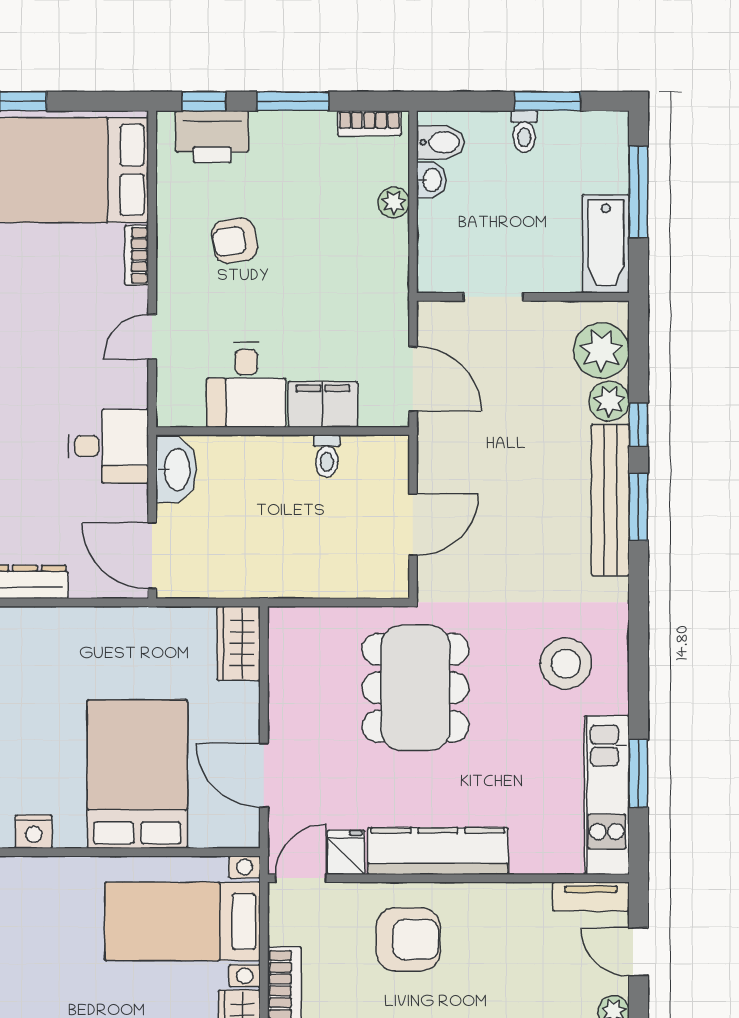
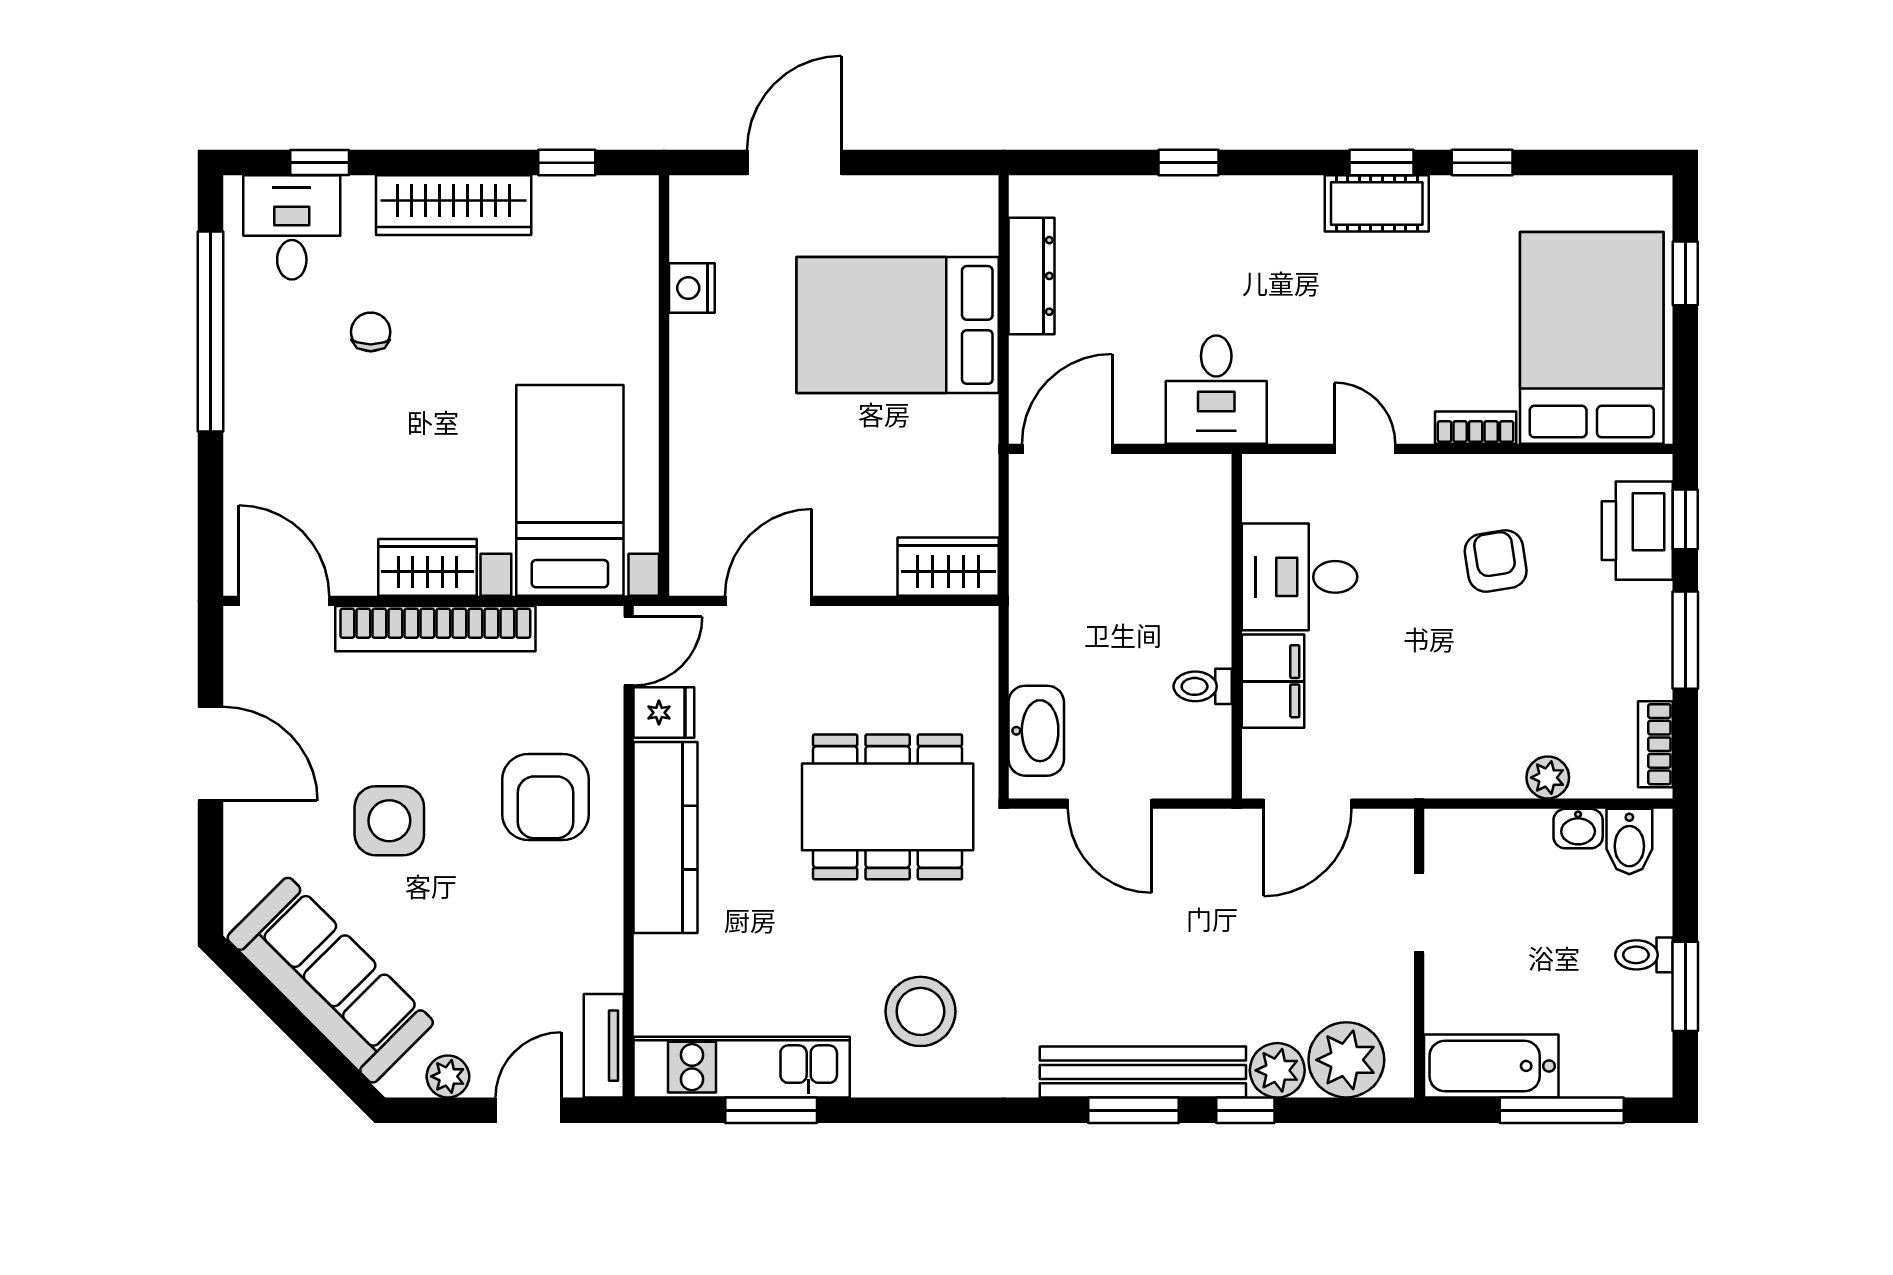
washbasin: (176, 470) -> (1036, 731), moved, turned -90
bed: (137, 774) -> (898, 325), moved, turned 180
door: (301, 878) -> (629, 651), hinge flipped

